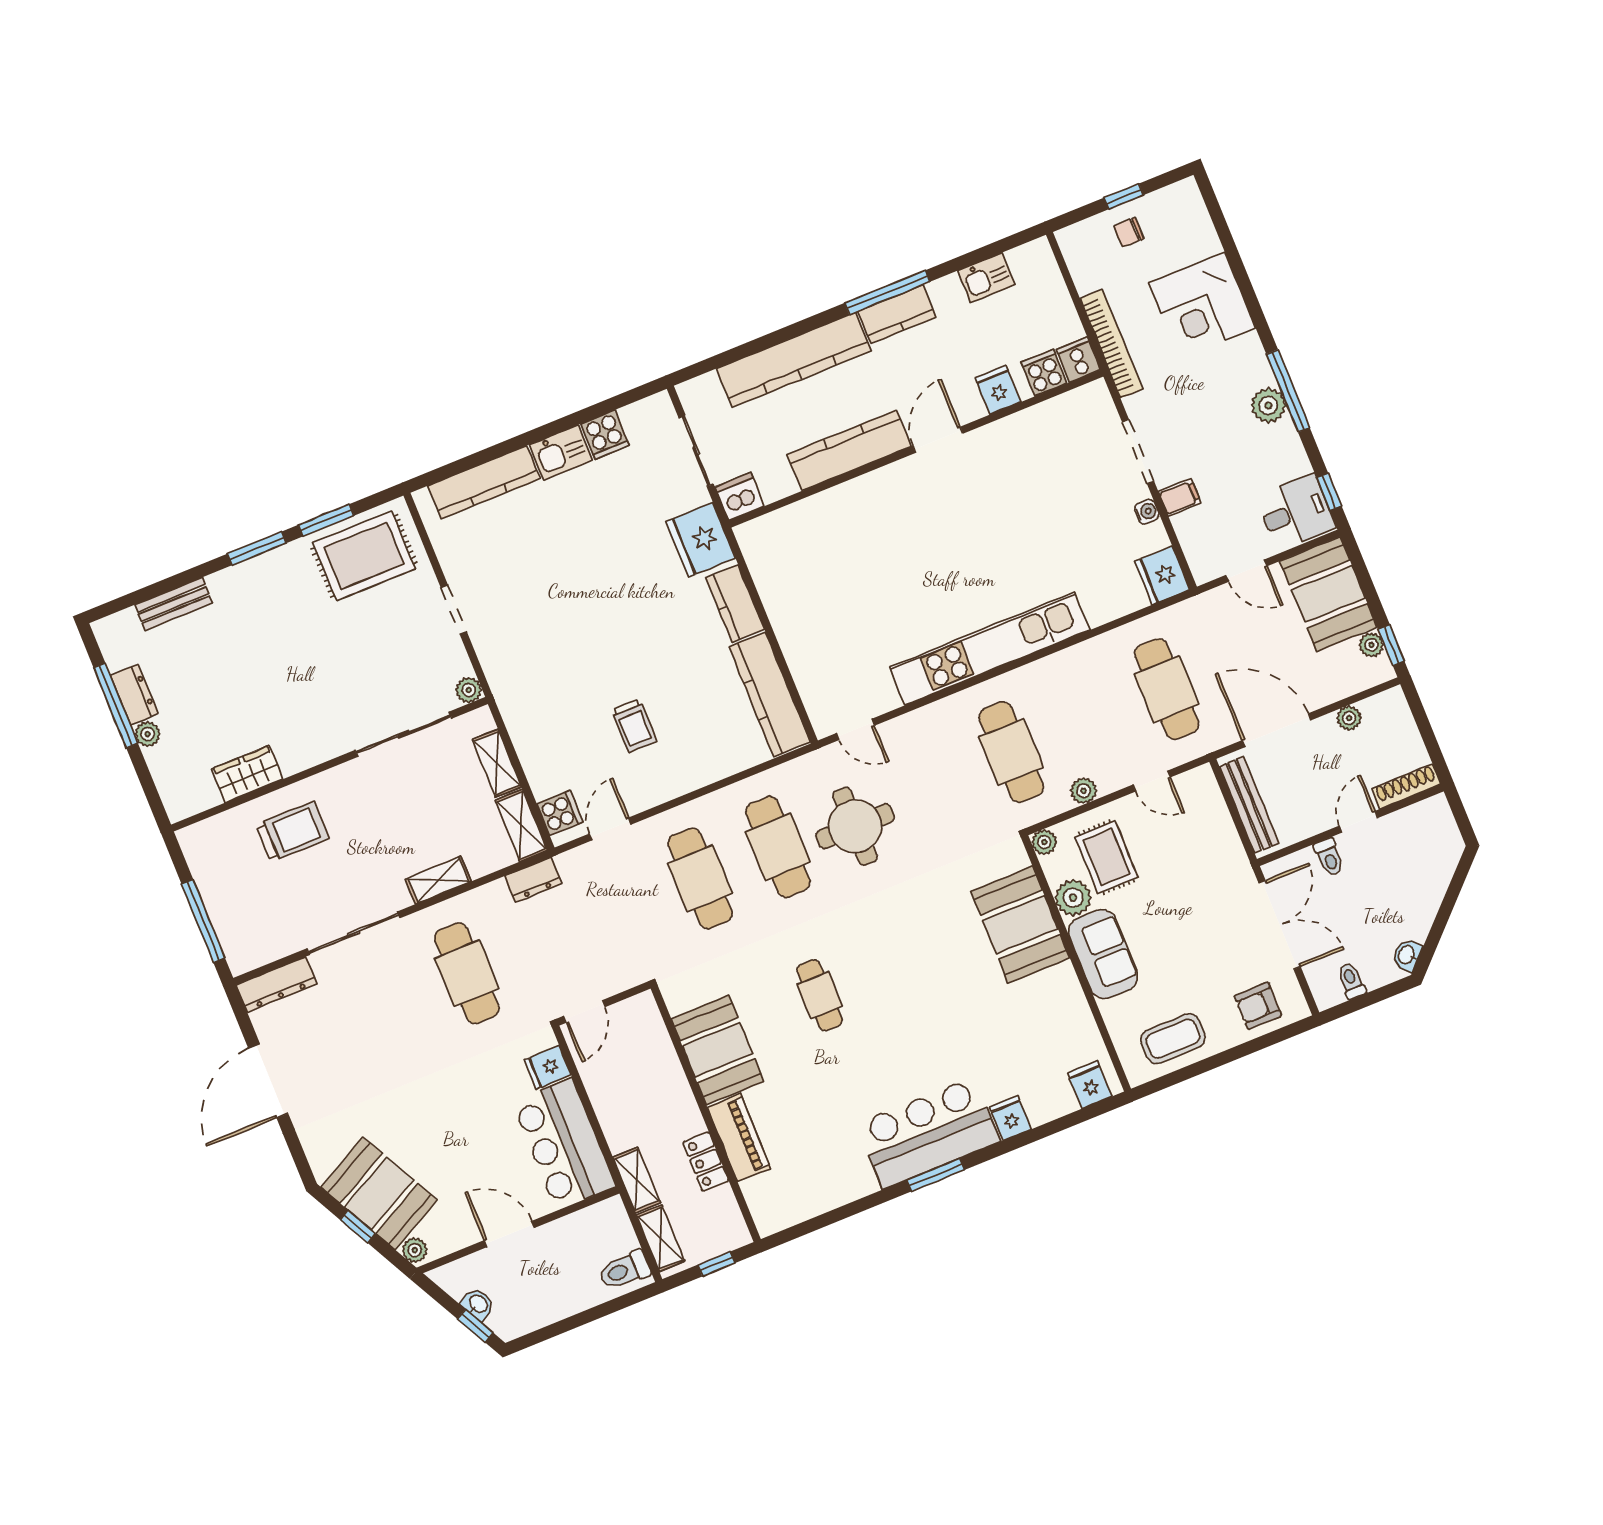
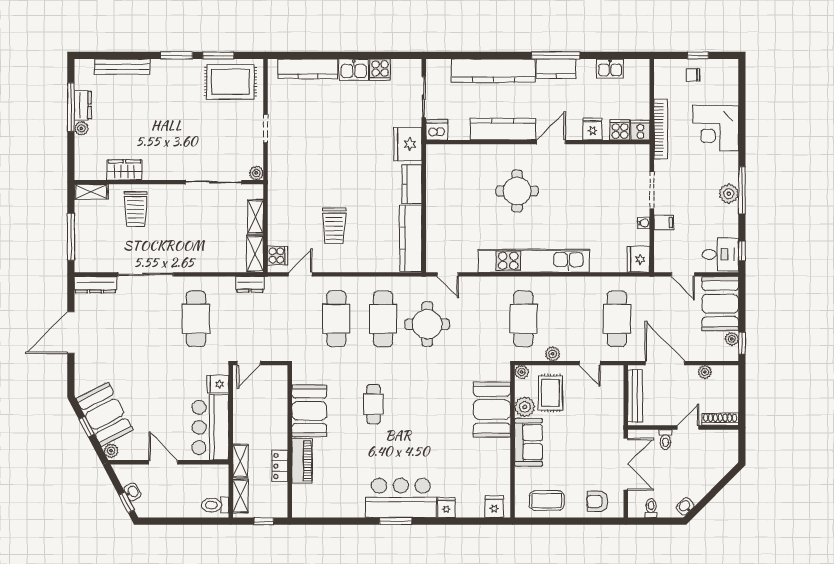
round table: (915, 544) -> (517, 191), added
bench: (174, 604) -> (122, 67), width x1.36
trolley: (634, 725) -> (334, 226), width x1.36, depth x1.39
trolley: (292, 832) -> (136, 209), turned 90
shelving: (438, 880) -> (91, 192), moved

